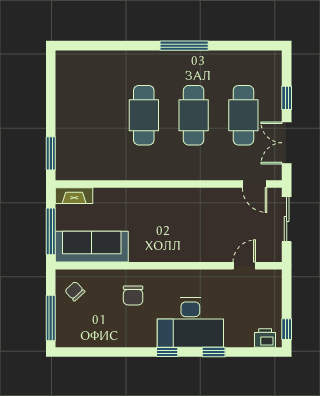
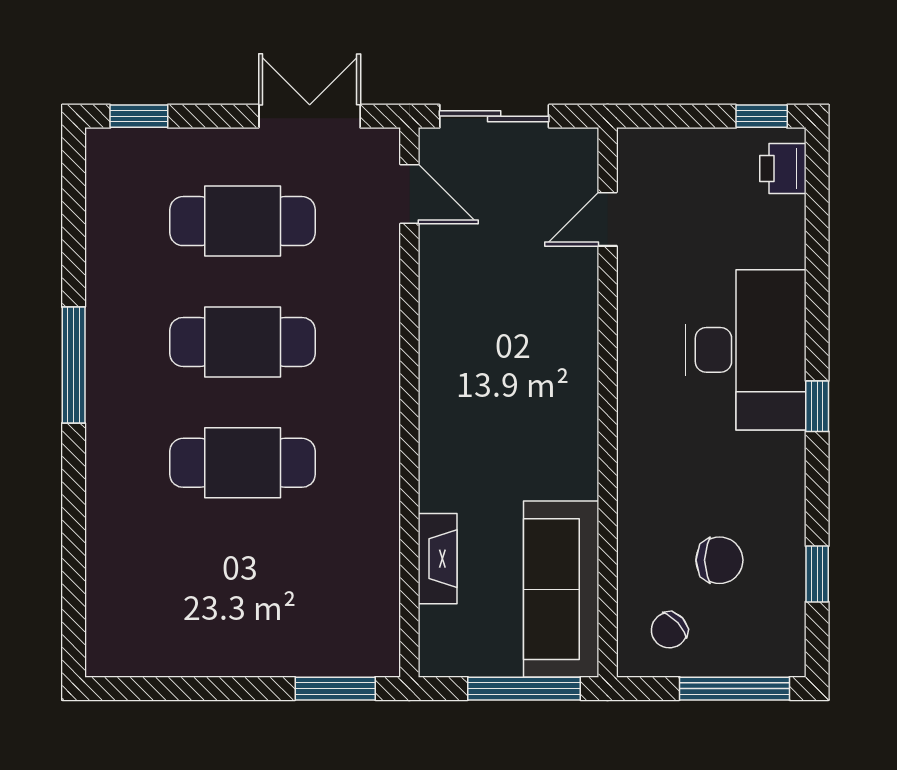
window: (287, 98) -> (139, 116), moved
double door: (287, 143) -> (310, 116), swing flipped
door: (255, 184) -> (409, 194), hinge flipped
fireplace: (74, 196) -> (438, 559), moved
door: (244, 266) -> (608, 219), hinge flipped
chair: (133, 295) -> (719, 560), moved
window: (214, 352) -> (817, 574), moved

